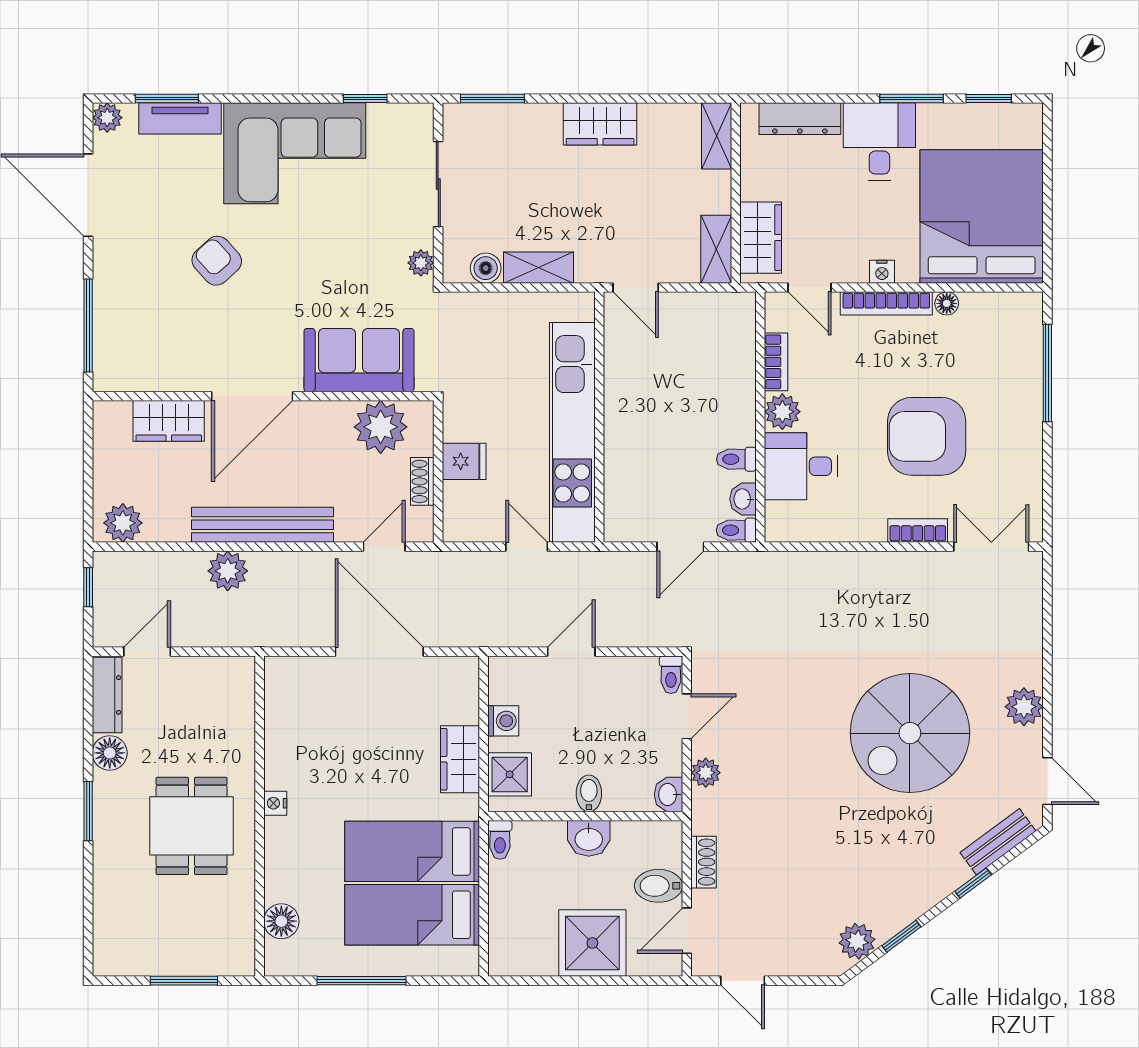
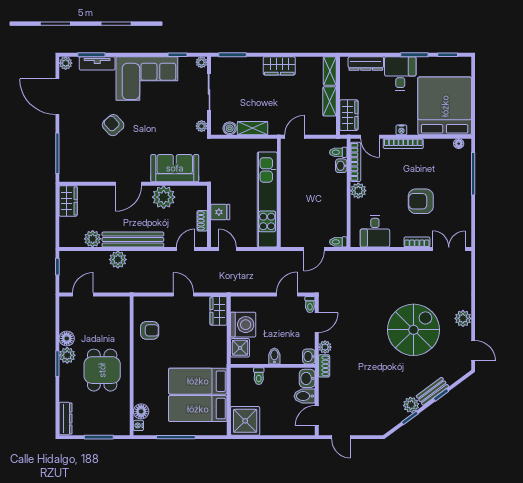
plant: (421, 116) -> (201, 62), added
shelving: (716, 249) -> (330, 101), moved
door: (636, 288) -> (295, 137), swing flipped
floor lamp: (947, 303) -> (459, 144), moved
bookcase: (776, 362) -> (356, 162), width x1.56
door: (252, 396) -> (128, 184), width x0.73
wardrobe: (169, 421) -> (68, 201), moved, turned -90
plant: (381, 427) -> (164, 197), moved
armchair: (927, 436) -> (421, 201), width x0.73, depth x0.73
toilet: (736, 459) -> (338, 152), moved
desk: (801, 466) -> (375, 231), moved, turned -90
washbasin: (743, 499) -> (341, 166), moved
plant: (123, 523) -> (93, 239), moved
door: (527, 547) -> (227, 249), moved
door: (379, 652) -> (184, 295), width x0.53
door: (571, 652) -> (287, 295), moved
dresser: (107, 695) -> (66, 418), moved
washing machine: (503, 721) -> (243, 325), width x1.89, depth x1.89
spiral stairs: (910, 733) -> (414, 330), turned 180
armchair: (301, 734) -> (150, 330), added
wardrobe: (460, 759) -> (219, 311), moved
plant: (111, 792) -> (67, 355), added
nightstand: (275, 803) -> (138, 425), moved
washbasin: (589, 838) -> (307, 378), moved, turned 90
toilet: (500, 840) -> (259, 376), moved
bench: (998, 842) -> (432, 391), moved
shoe rack: (704, 862) -> (324, 366), moved
plant: (857, 941) -> (411, 405), moved
shower: (592, 943) -> (245, 421), moved

